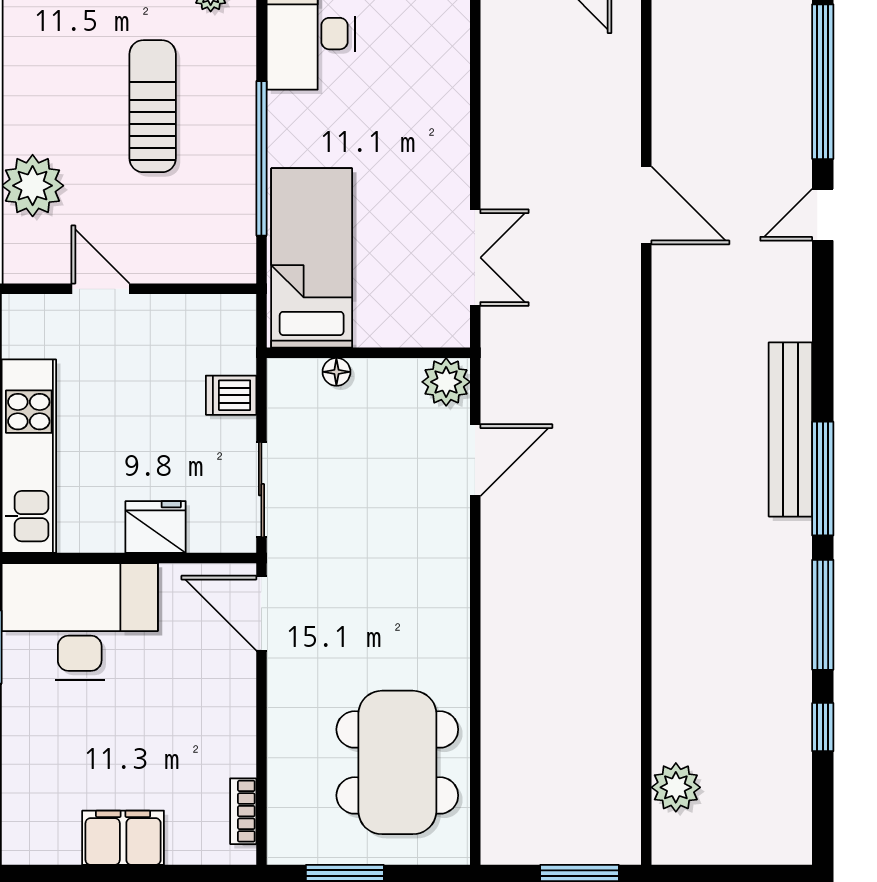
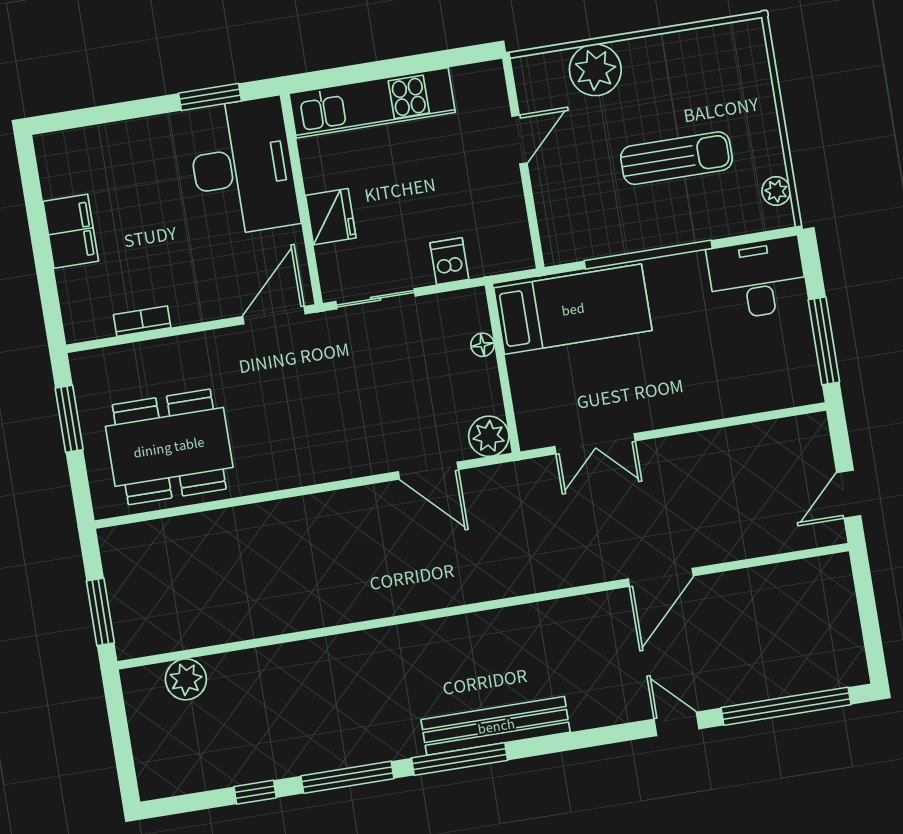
bookcase: (243, 811) -> (142, 321), moved

